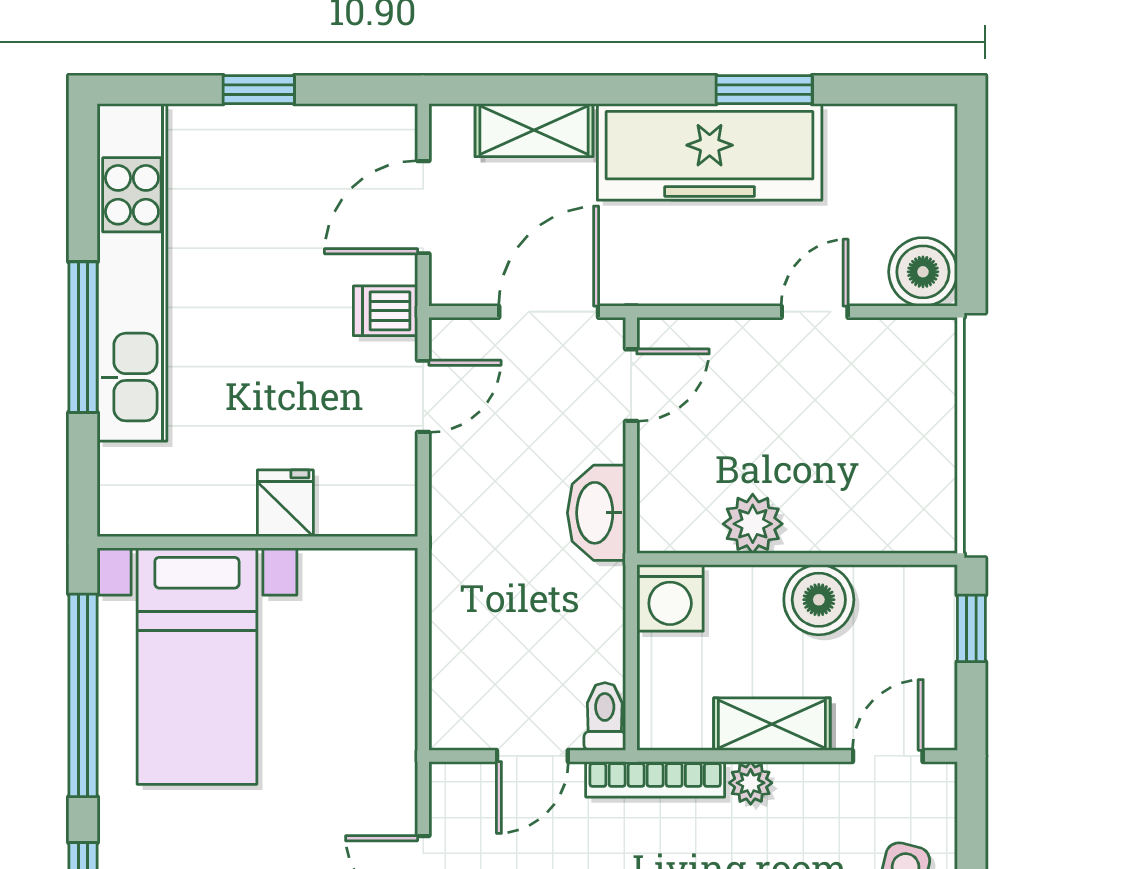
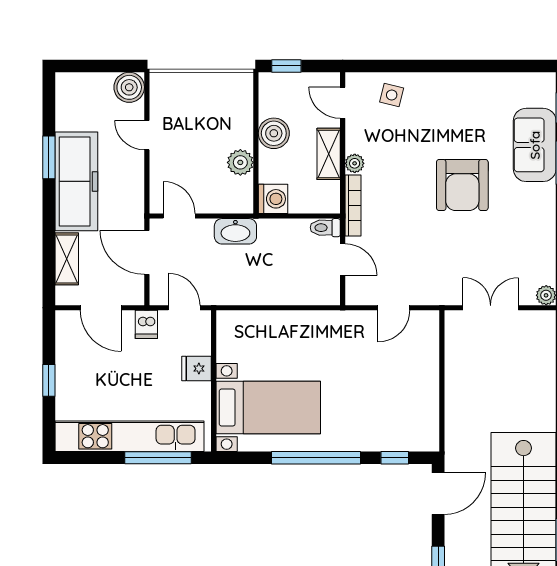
fridge: (285, 503) -> (197, 369), moved
wall: (257, 542) -> (214, 381), moved
bed with nightstands: (197, 666) -> (268, 408), moved

